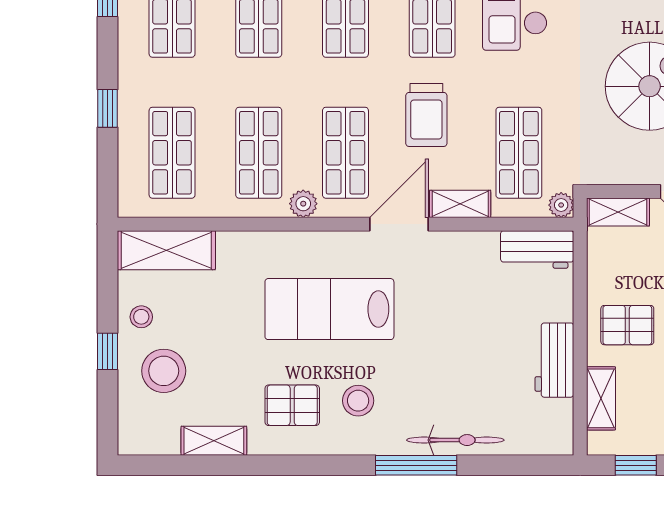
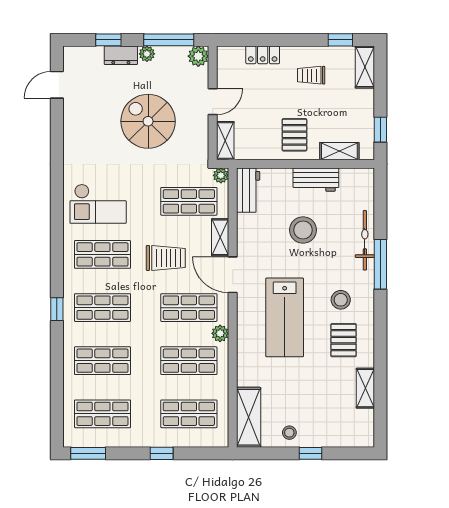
stool: (164, 371) -> (303, 230), moved

